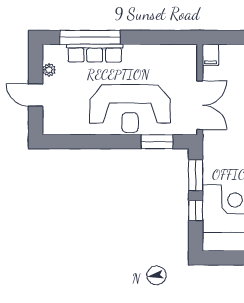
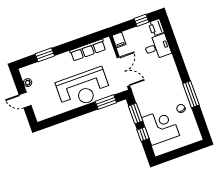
window: (90, 37) -> (45, 55), width x0.47
row of seats: (95, 53) -> (88, 50), moved

